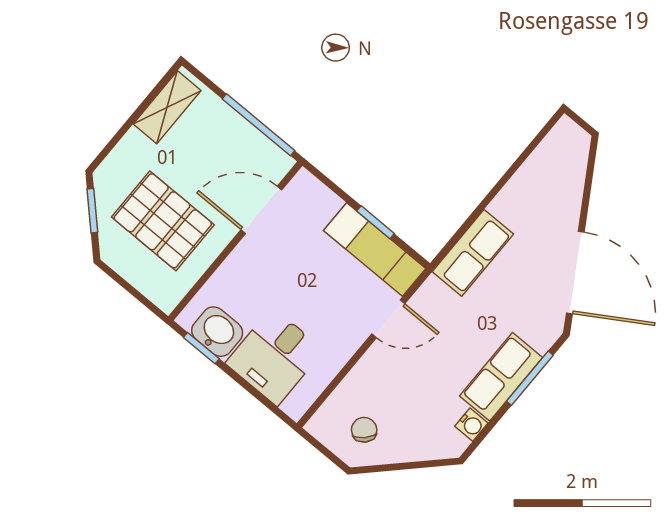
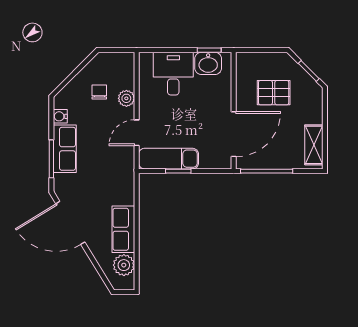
plant: (551, 158) -> (124, 265), added
door: (261, 210) -> (234, 134), width x1.36
pallet: (163, 221) -> (274, 93), width x0.67, depth x0.71
row of seats: (473, 253) -> (123, 229), moved
plant: (364, 376) -> (126, 98), added
chair: (364, 430) -> (99, 92), moved, turned -135

